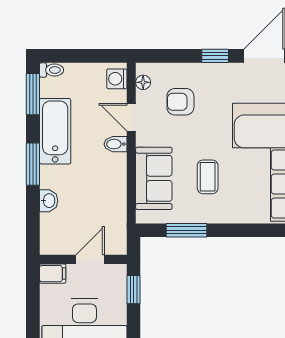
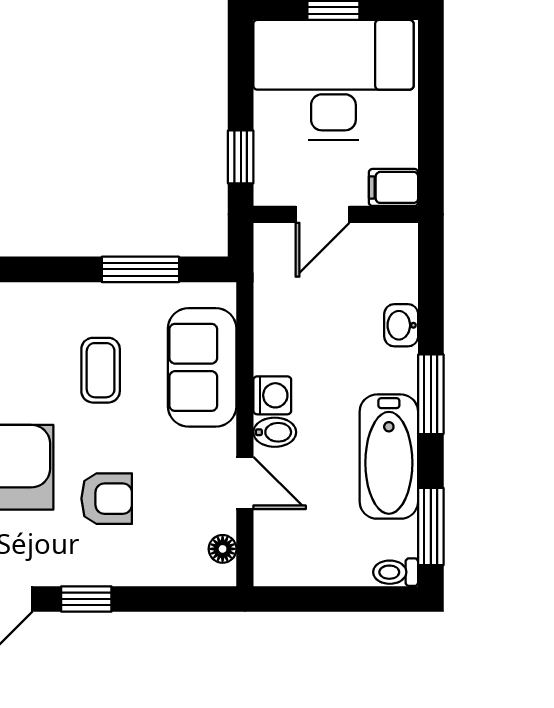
washing machine: (117, 79) -> (272, 395), moved
armchair: (180, 102) -> (107, 499), moved

